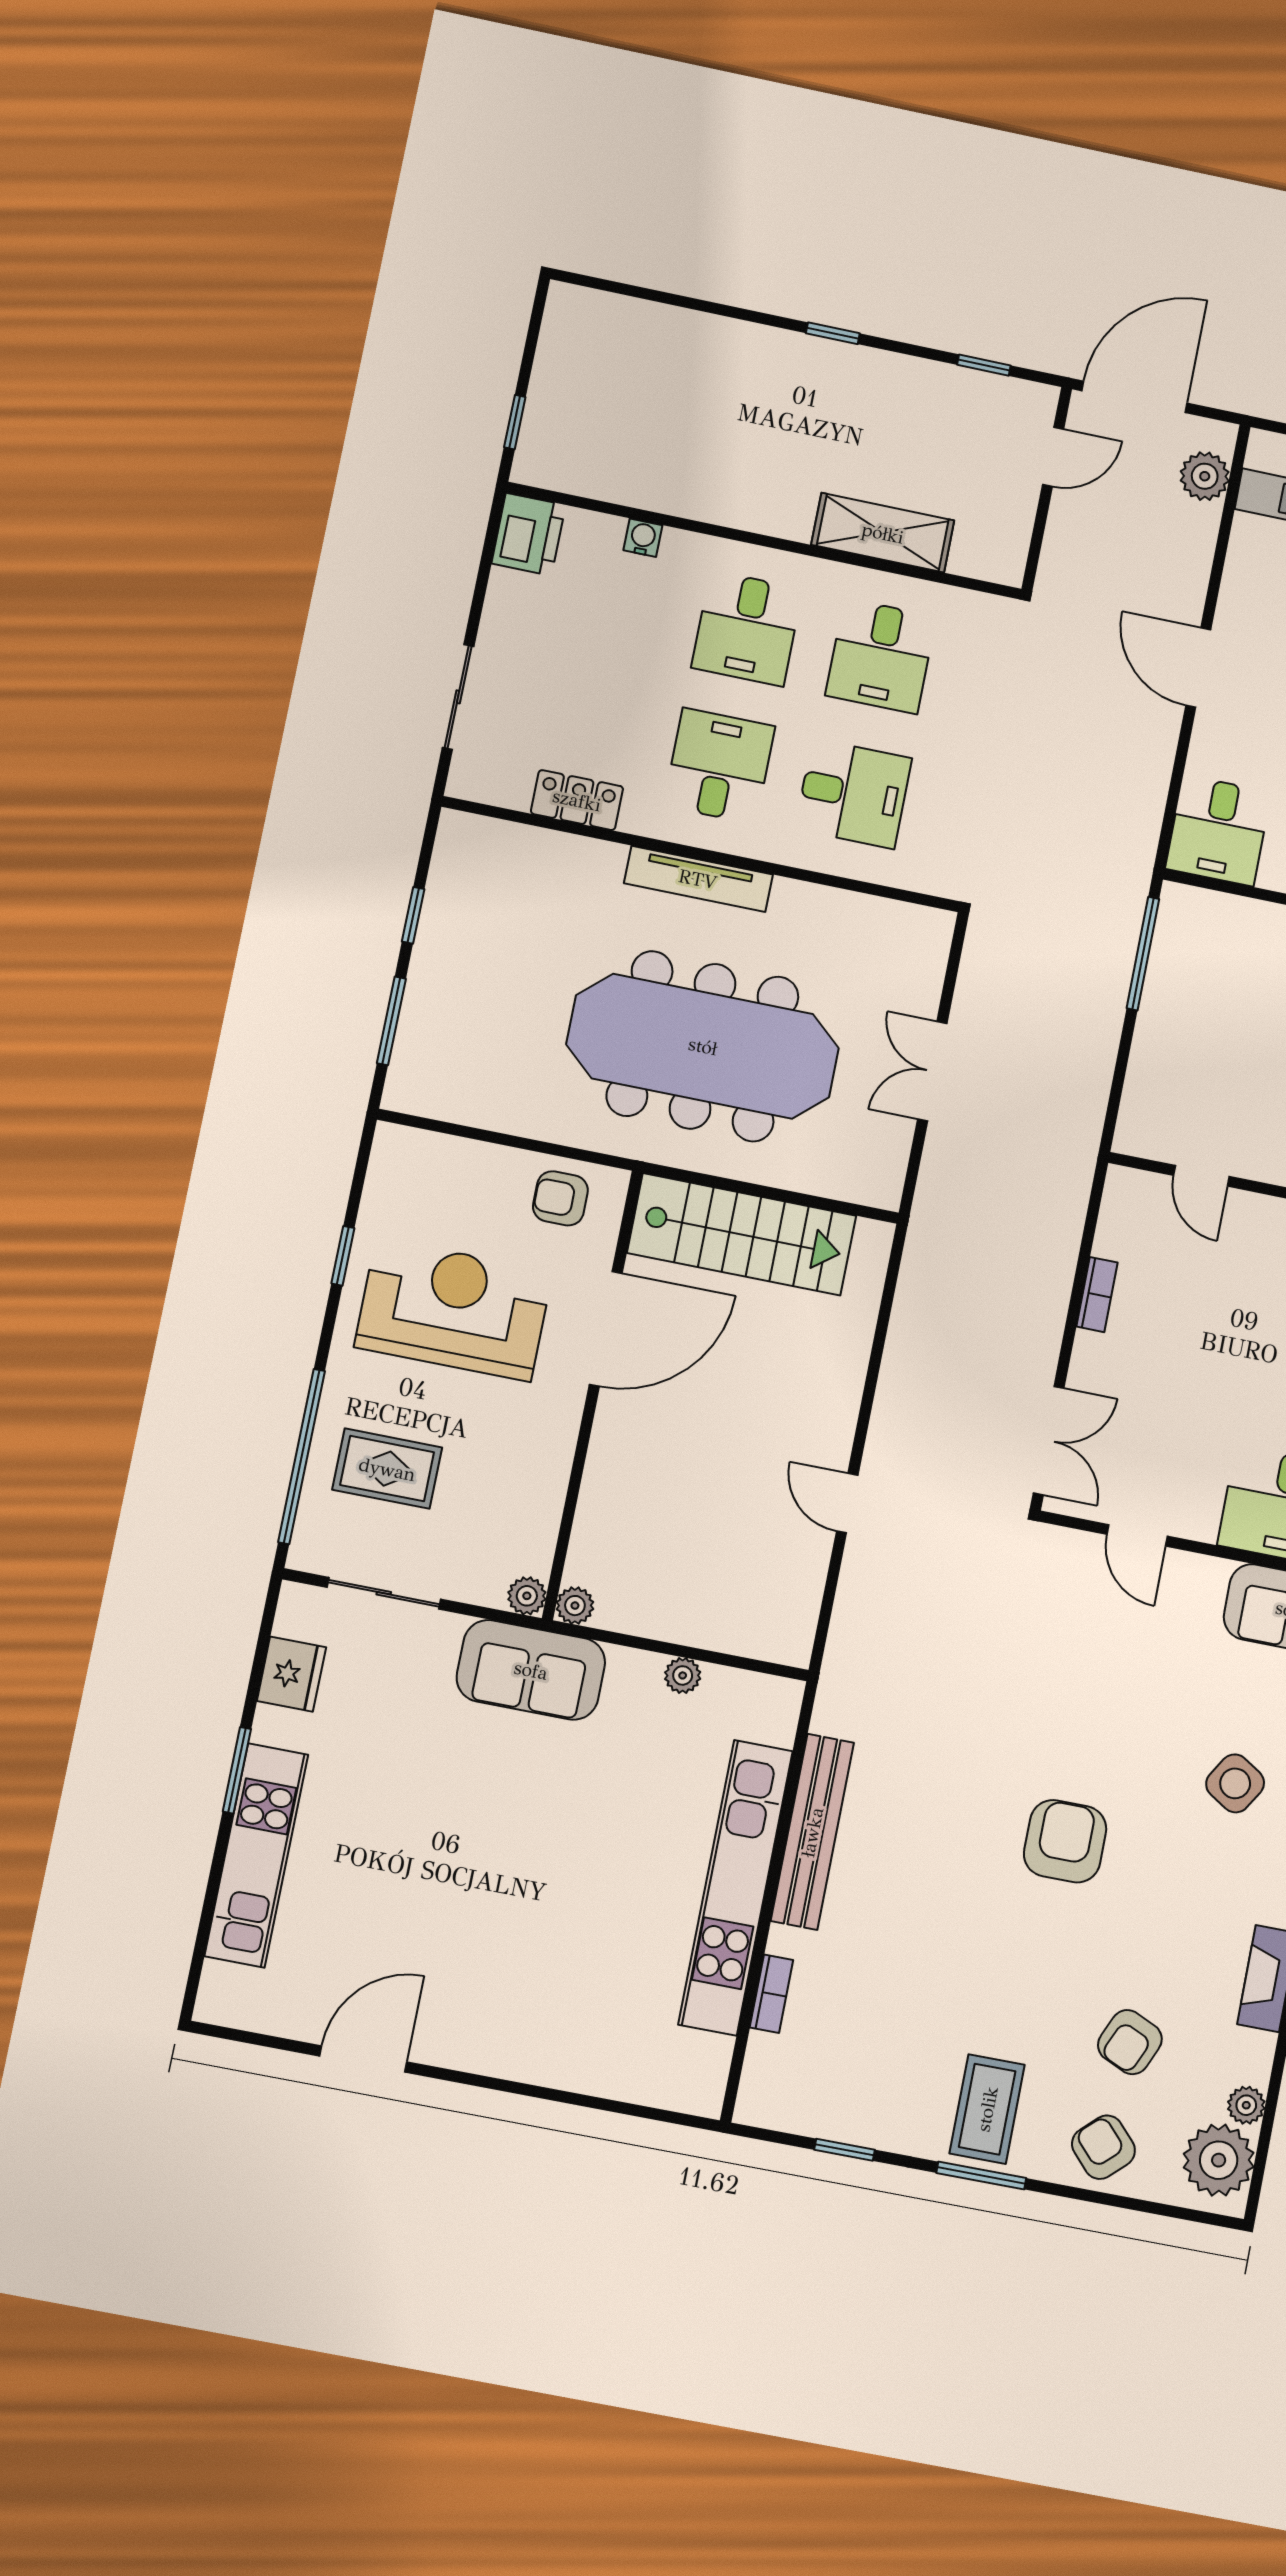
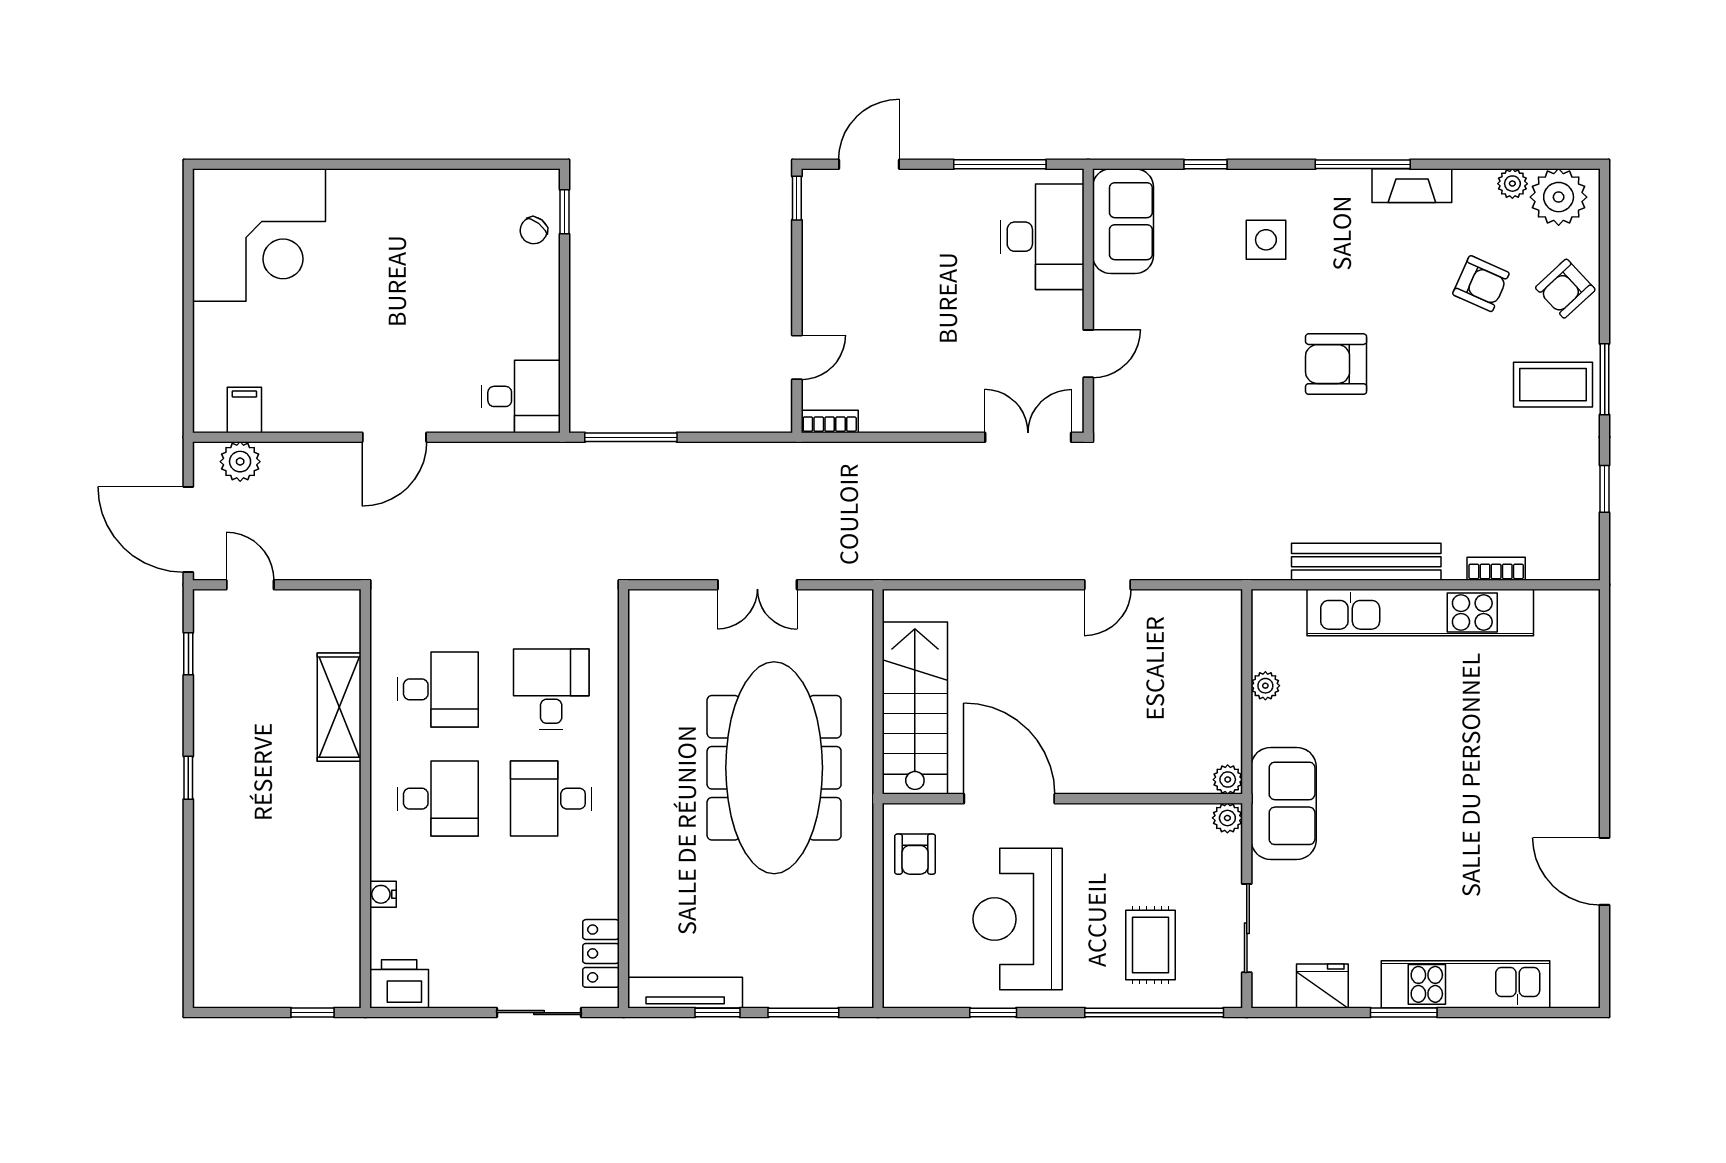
locker: (577, 800) -> (601, 953), moved
tv unit: (698, 879) -> (685, 993), moved, turned -90
bookcase: (1097, 1295) -> (830, 421), moved
side table: (1235, 1783) -> (1266, 240), turned -32

